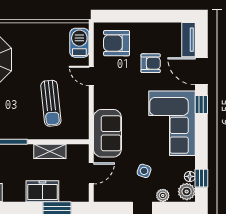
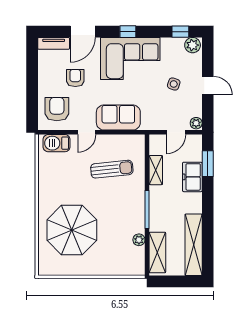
armchair: (117, 43) -> (57, 109), turned 180
window: (201, 104) -> (128, 32), moved
sofa: (107, 133) -> (118, 117), moved
door: (91, 173) -> (176, 132), swing flipped
floor lamp: (190, 176) -> (179, 42), removed
plant: (163, 195) -> (196, 123), moved

